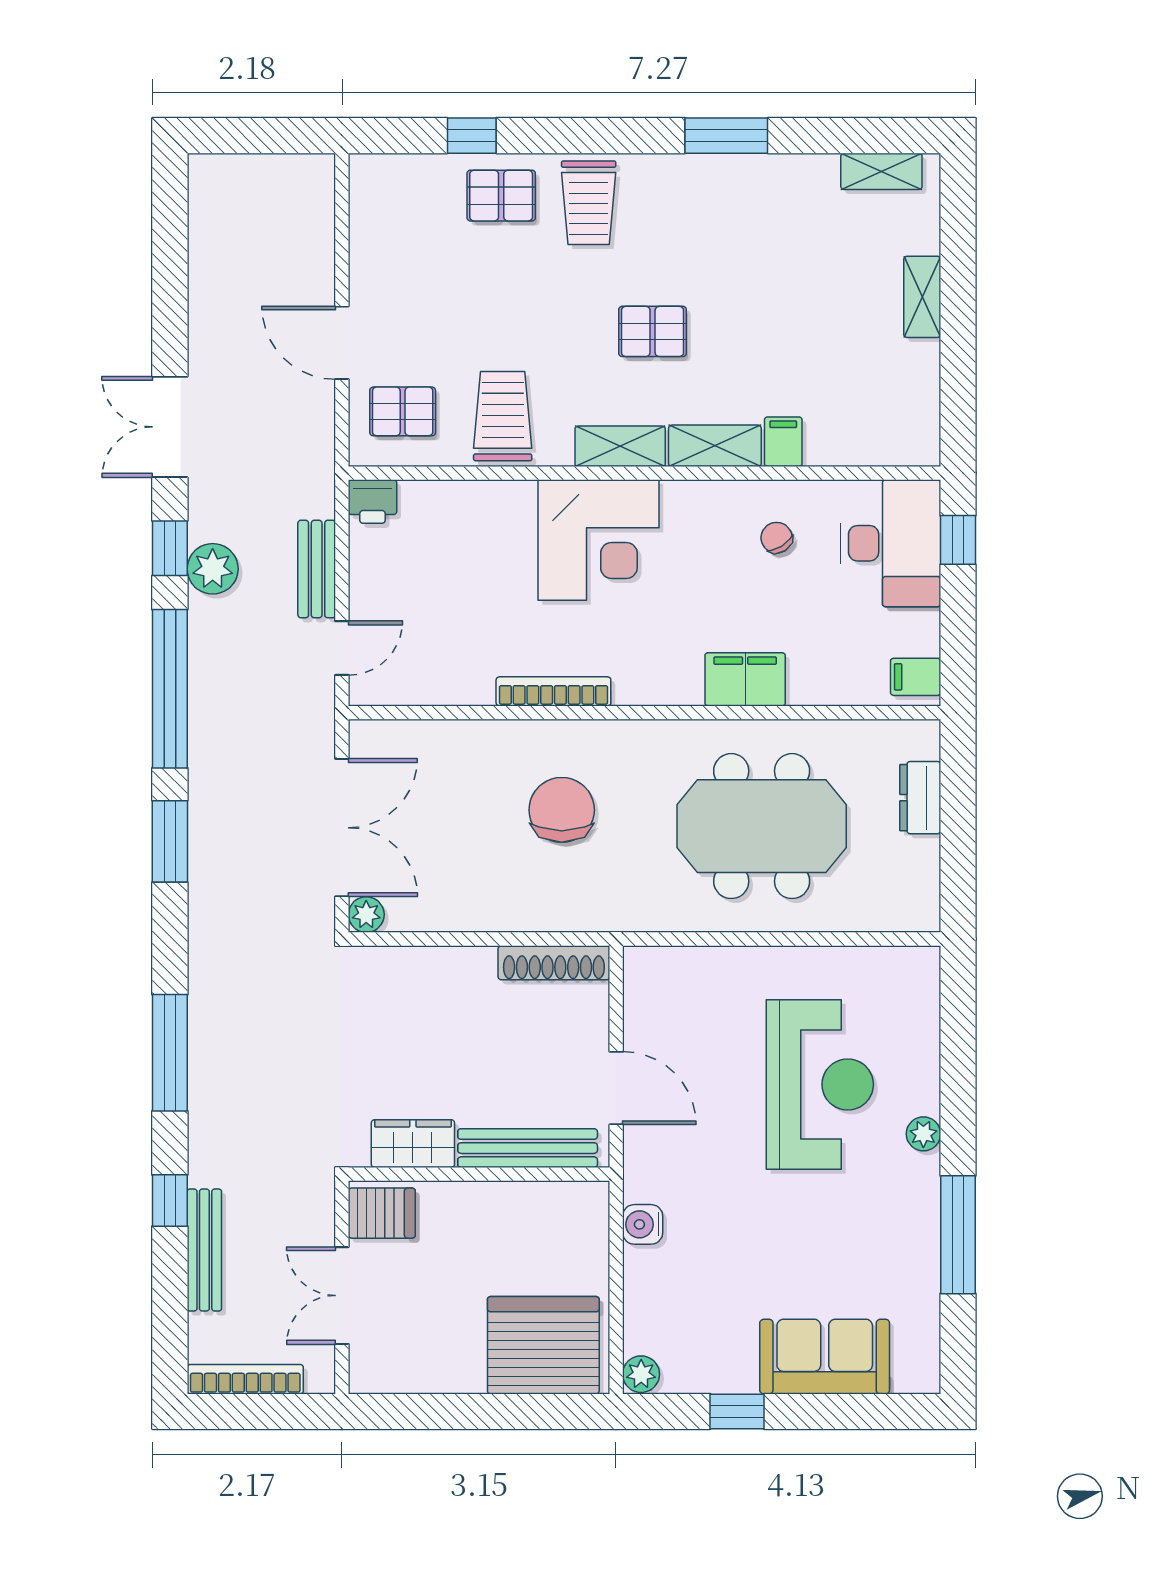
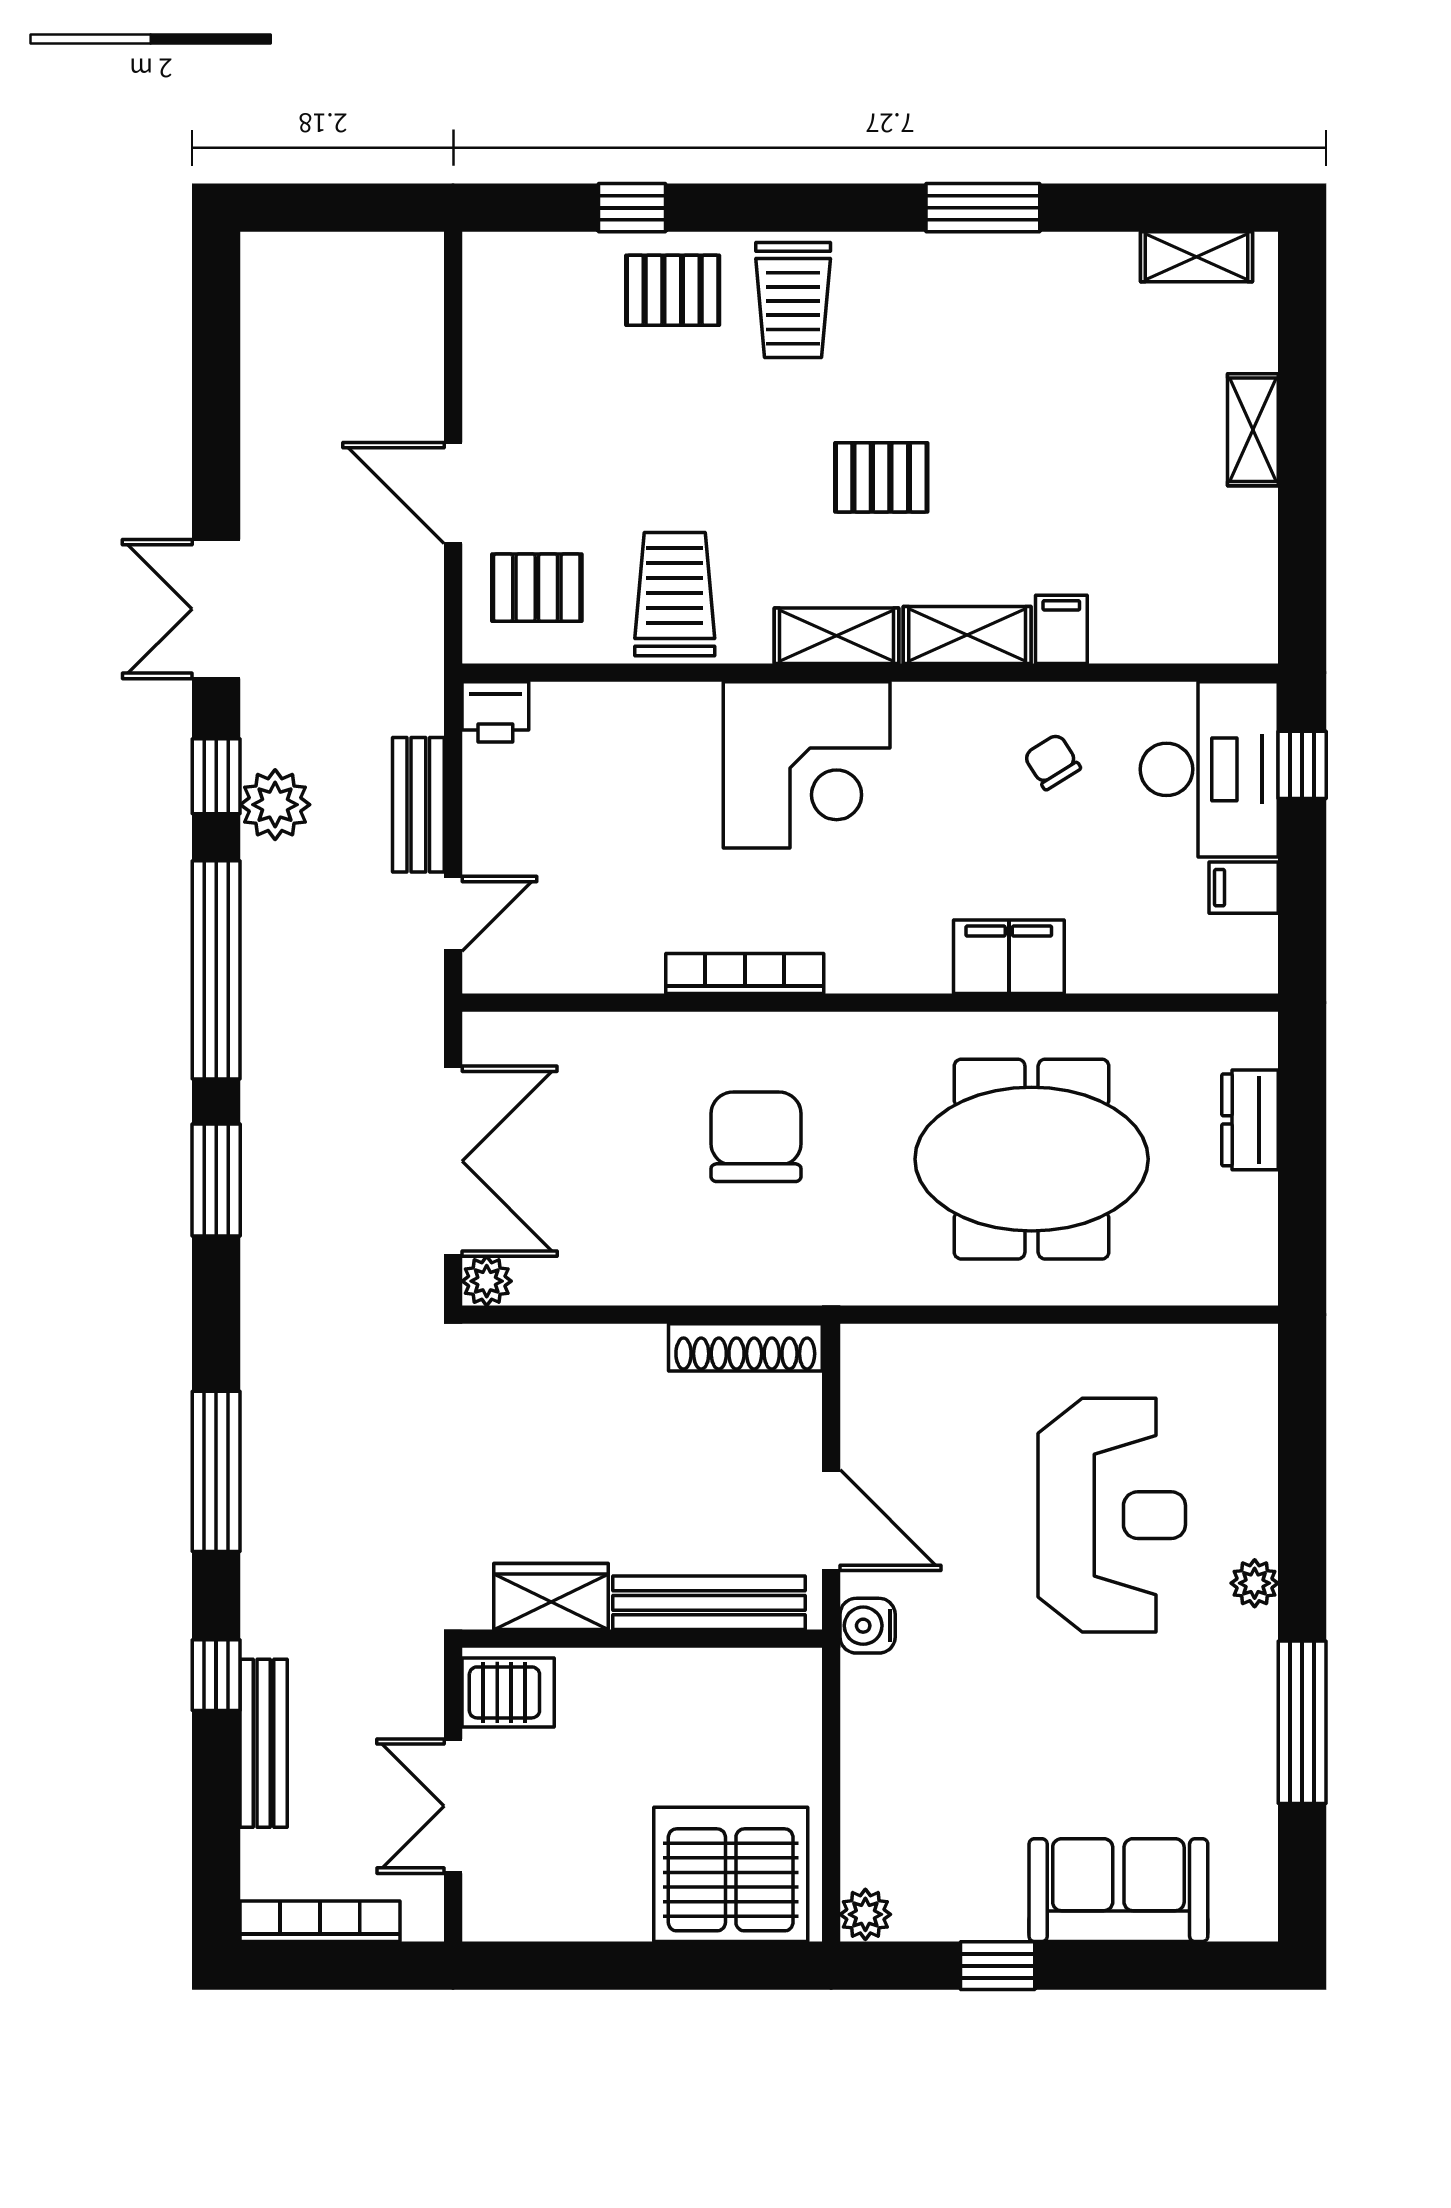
filing cabinet: (916, 677) -> (1244, 888), moved
water cooler: (643, 1224) -> (868, 1626), moved

